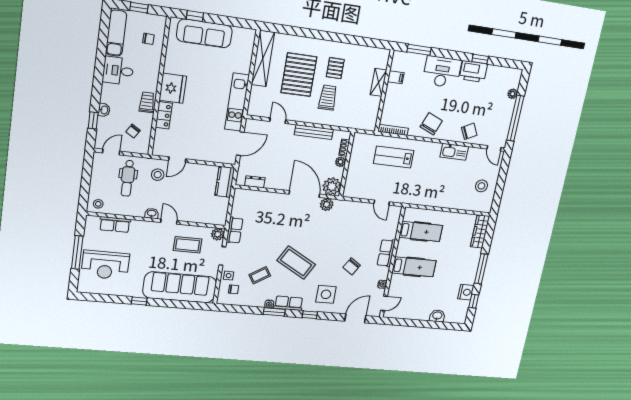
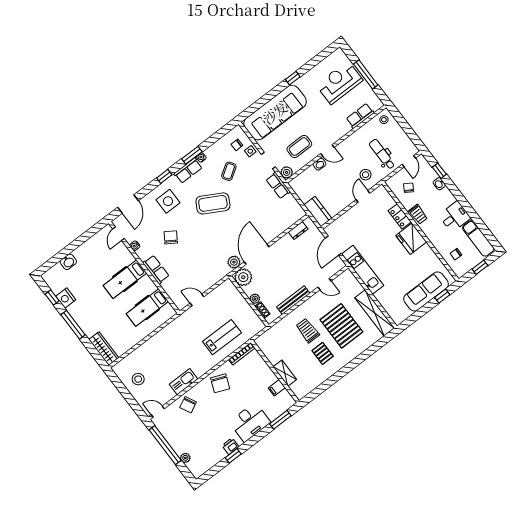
printer: (473, 71) -> (230, 446), width x0.53, depth x0.68
trolley: (328, 98) -> (308, 330), turned 180
door: (304, 194) -> (257, 254), swing flipped
washbasin: (152, 213) -> (319, 164), moved

